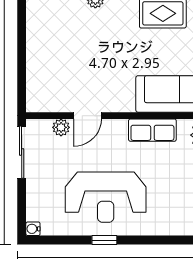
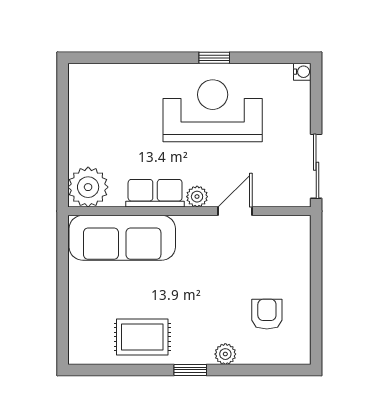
armchair: (62, 32) -> (267, 314), added
plant: (61, 127) -> (197, 197), moved

